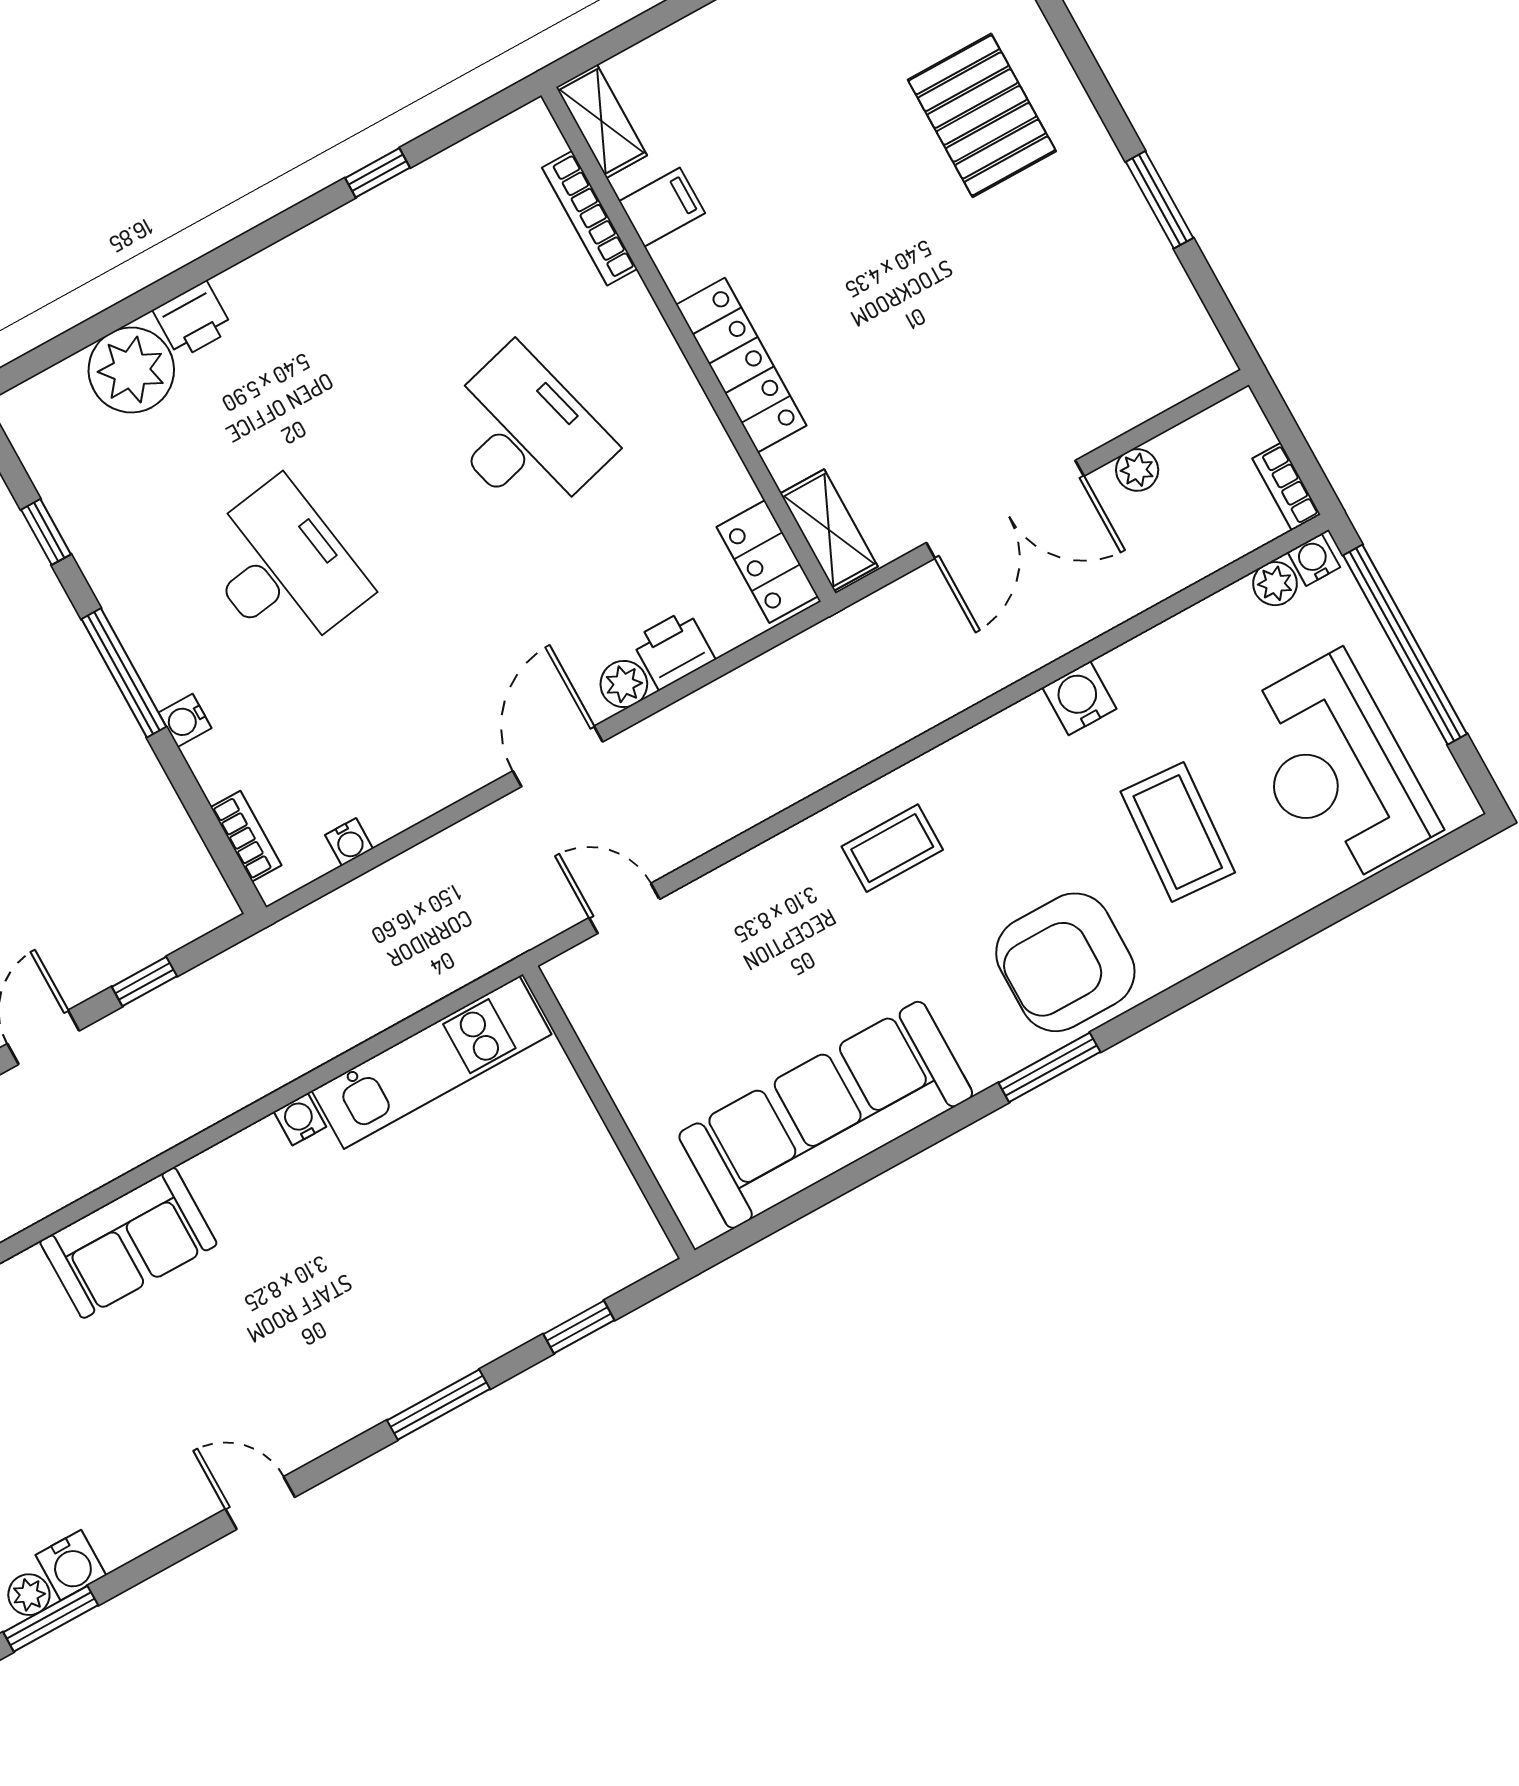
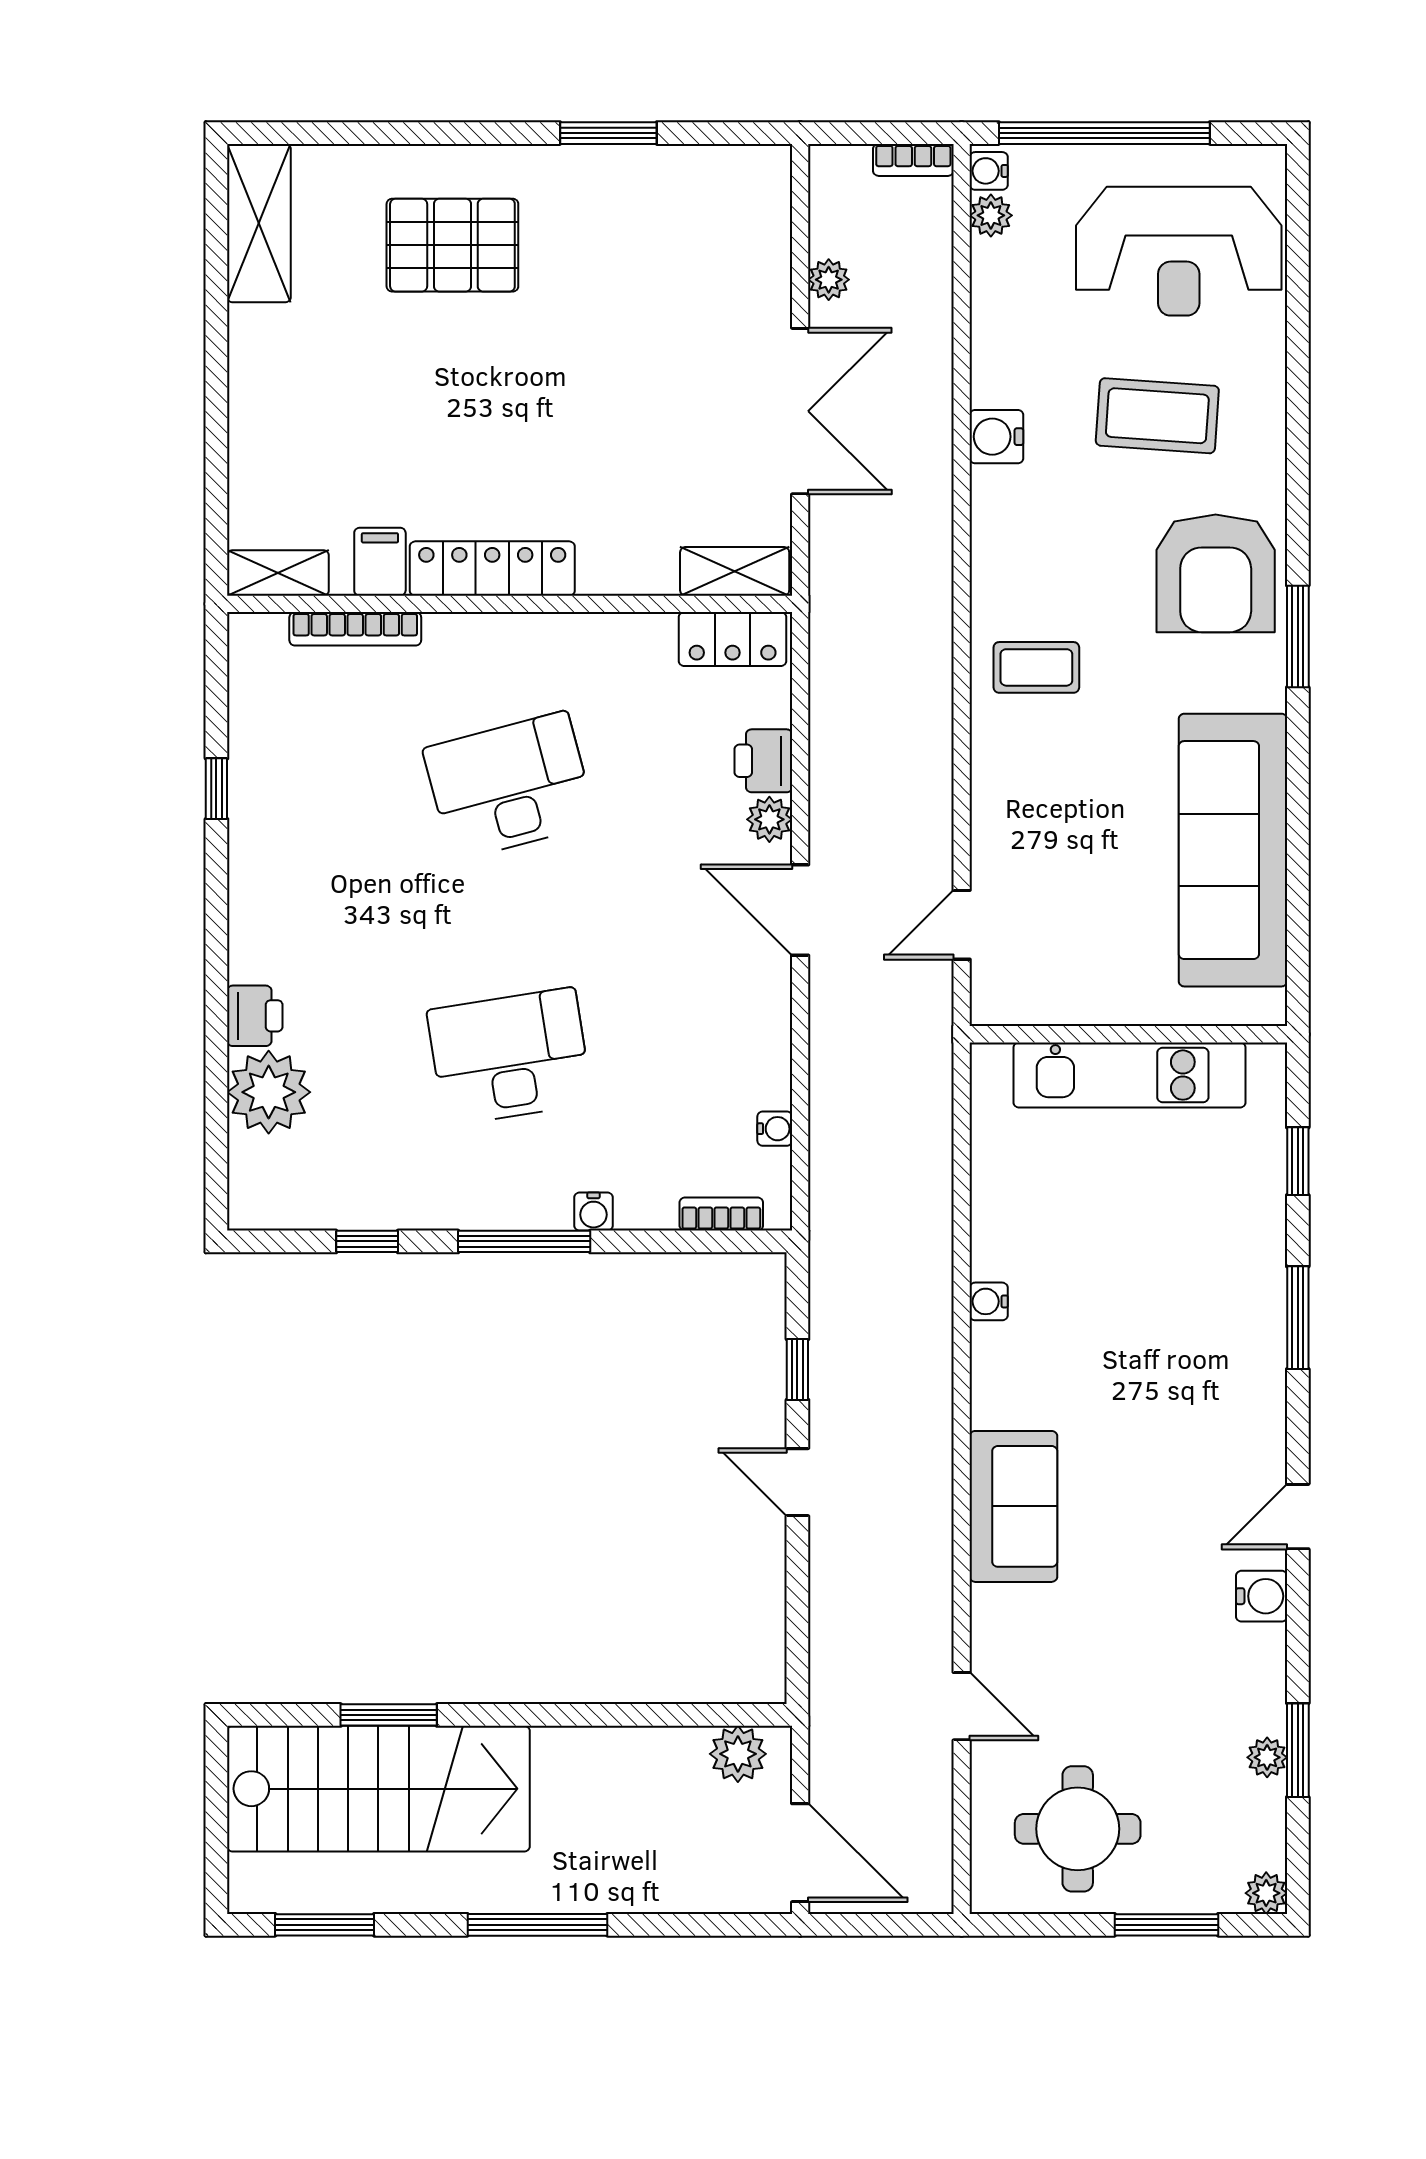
locker: (741, 365) -> (492, 569), moved
coffee table: (892, 848) -> (1036, 667), turned 90
kitchen unit: (432, 1063) -> (1130, 1075), moved, turned 90
water cooler: (71, 1565) -> (1262, 1596), moved

